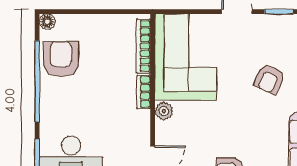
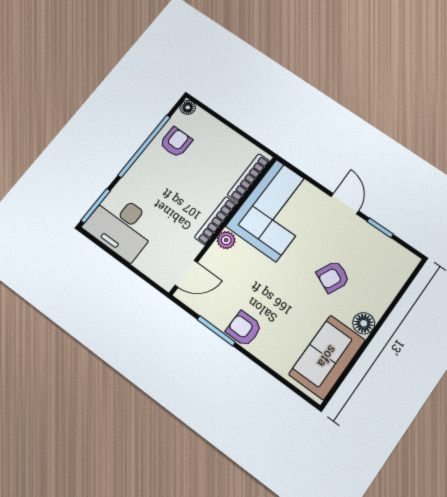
armchair: (61, 59) -> (176, 142), width x0.72, depth x0.72
bookcase: (144, 92) -> (216, 221), width x1.56

